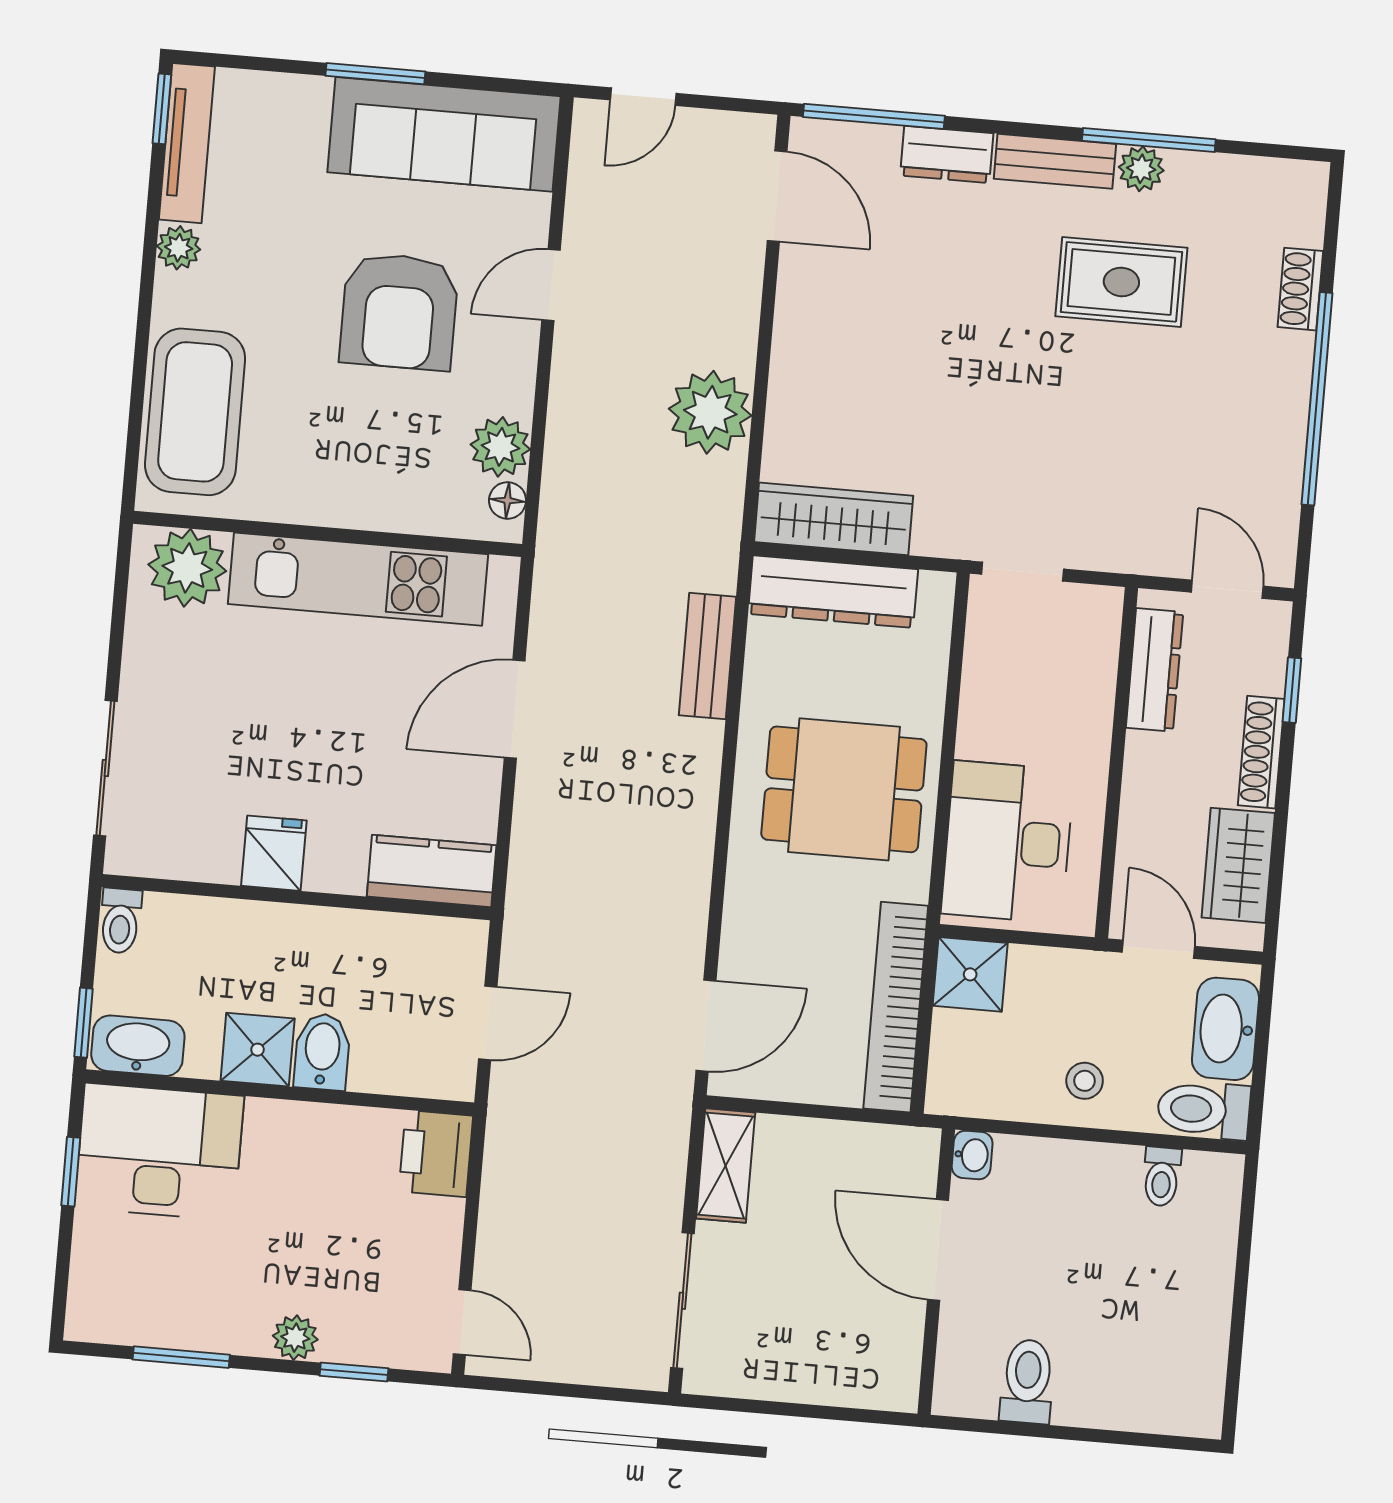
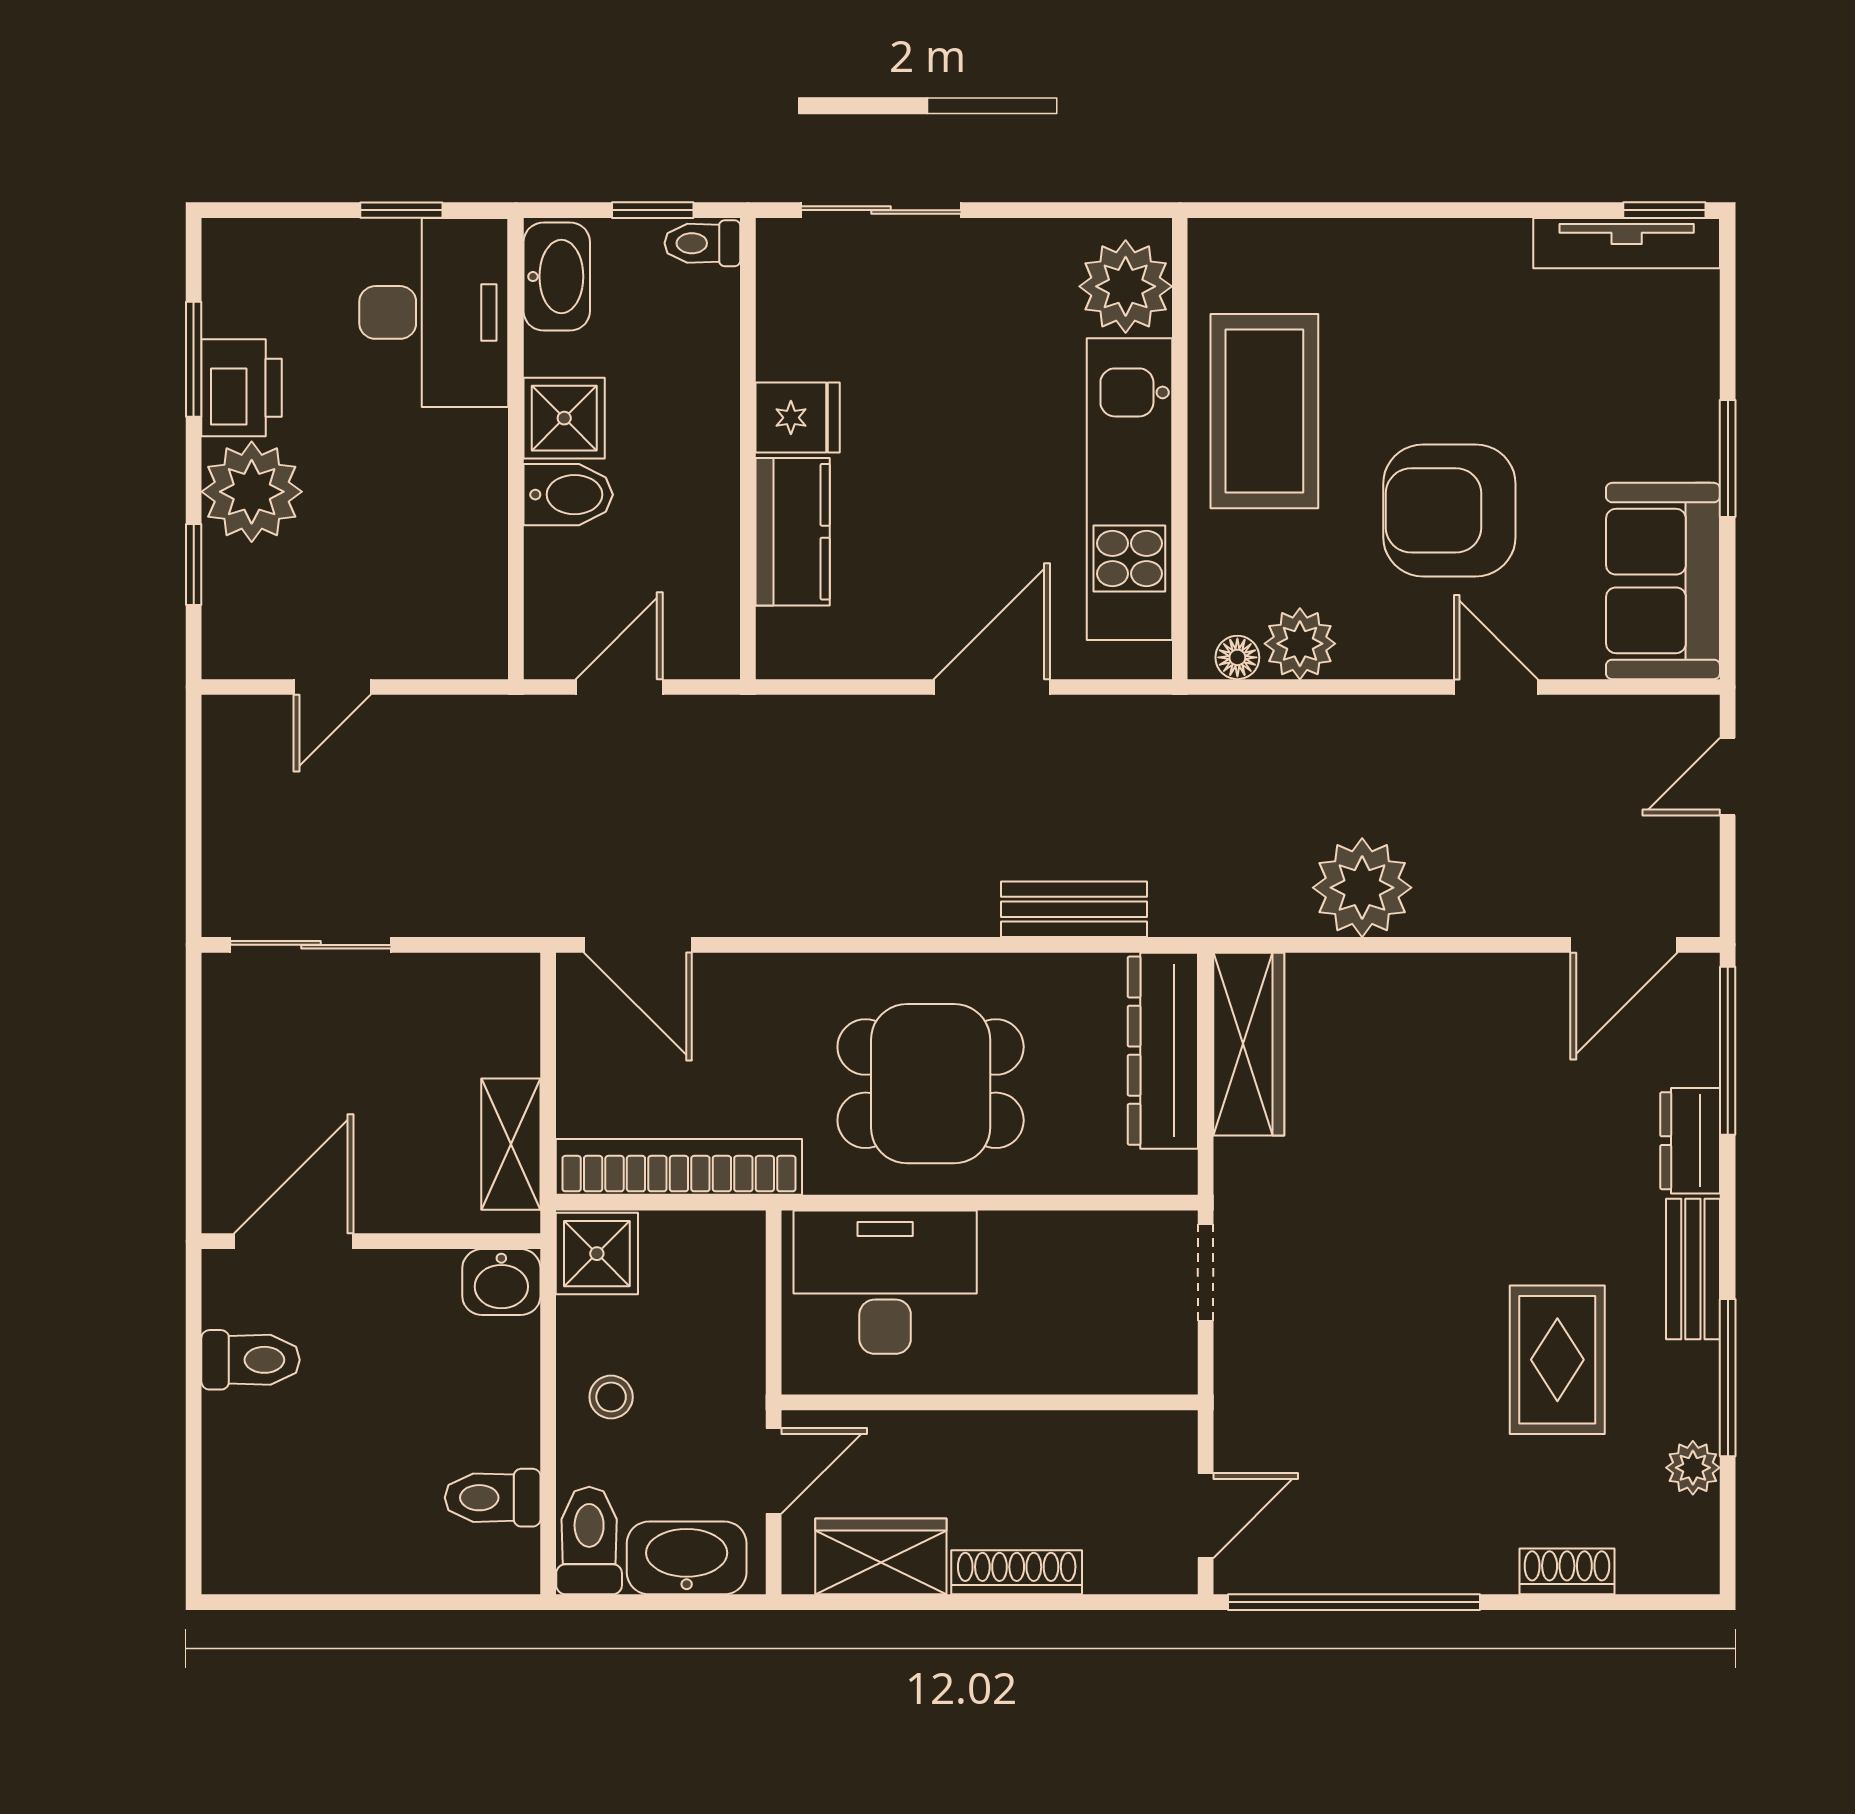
door: (643, 97) -> (1728, 777), hinge flipped
sofa: (444, 134) -> (1663, 581), width x0.73
plant: (1141, 169) -> (1693, 1468), moved
plant: (179, 248) -> (1502, 244), removed
window: (1317, 399) -> (1354, 1602), moved
coffee table: (195, 412) -> (1264, 411), moved, turned 90
dresser: (1155, 670) -> (1103, 1438), removed
window: (1292, 690) -> (1093, 1602), removed
door: (515, 709) -> (992, 687), hinge flipped
dining table: (844, 789) -> (931, 1084), turned 90
kitchen counter: (432, 871) -> (793, 532), moved
shower: (970, 974) -> (597, 1254), moved
window: (84, 1023) -> (653, 210), moved
door: (488, 1023) -> (619, 687), swing flipped
printer: (436, 1154) -> (242, 388), moved, turned 90
washbasin: (972, 1155) -> (501, 1282), width x1.38, depth x1.45
shelving: (726, 1166) -> (511, 1144), moved, turned 90
toilet: (1162, 1177) -> (493, 1498), width x1.37, depth x1.39
door: (938, 1250) -> (294, 1241), moved
door: (462, 1322) -> (332, 687), moved
plant: (295, 1338) -> (252, 492), width x1.88, depth x1.88

